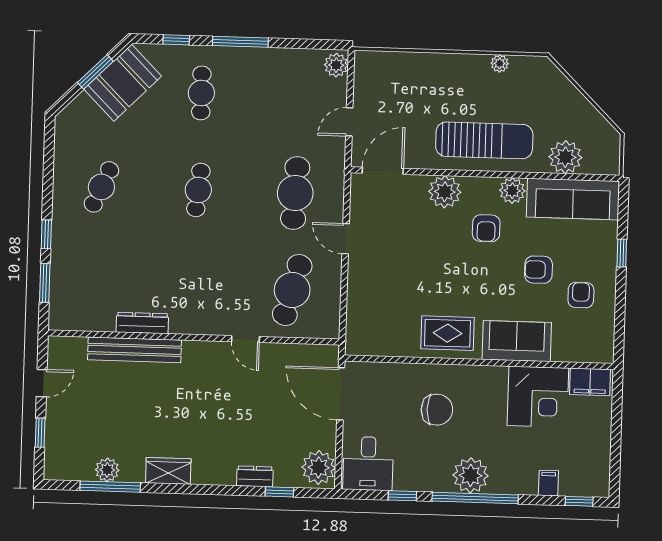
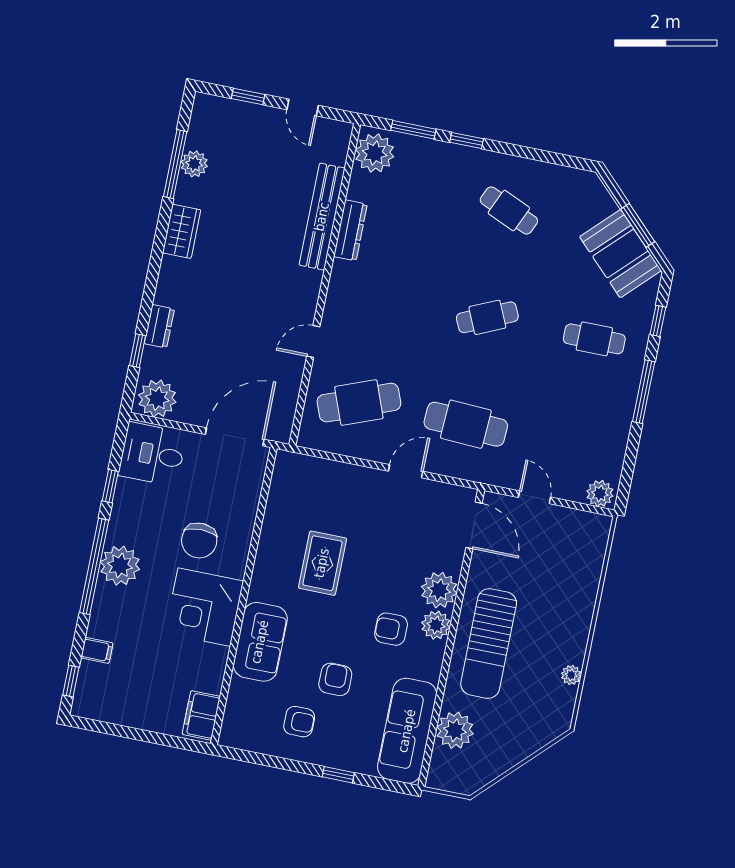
cafe table: (198, 190) -> (487, 317), turned -30
plant: (512, 191) -> (436, 625), moved
cafe table: (292, 290) -> (359, 403), turned -36
plant: (71, 313) -> (375, 153), added
rug: (447, 333) -> (322, 563), moved
corner desk: (538, 397) -> (204, 607), moved

